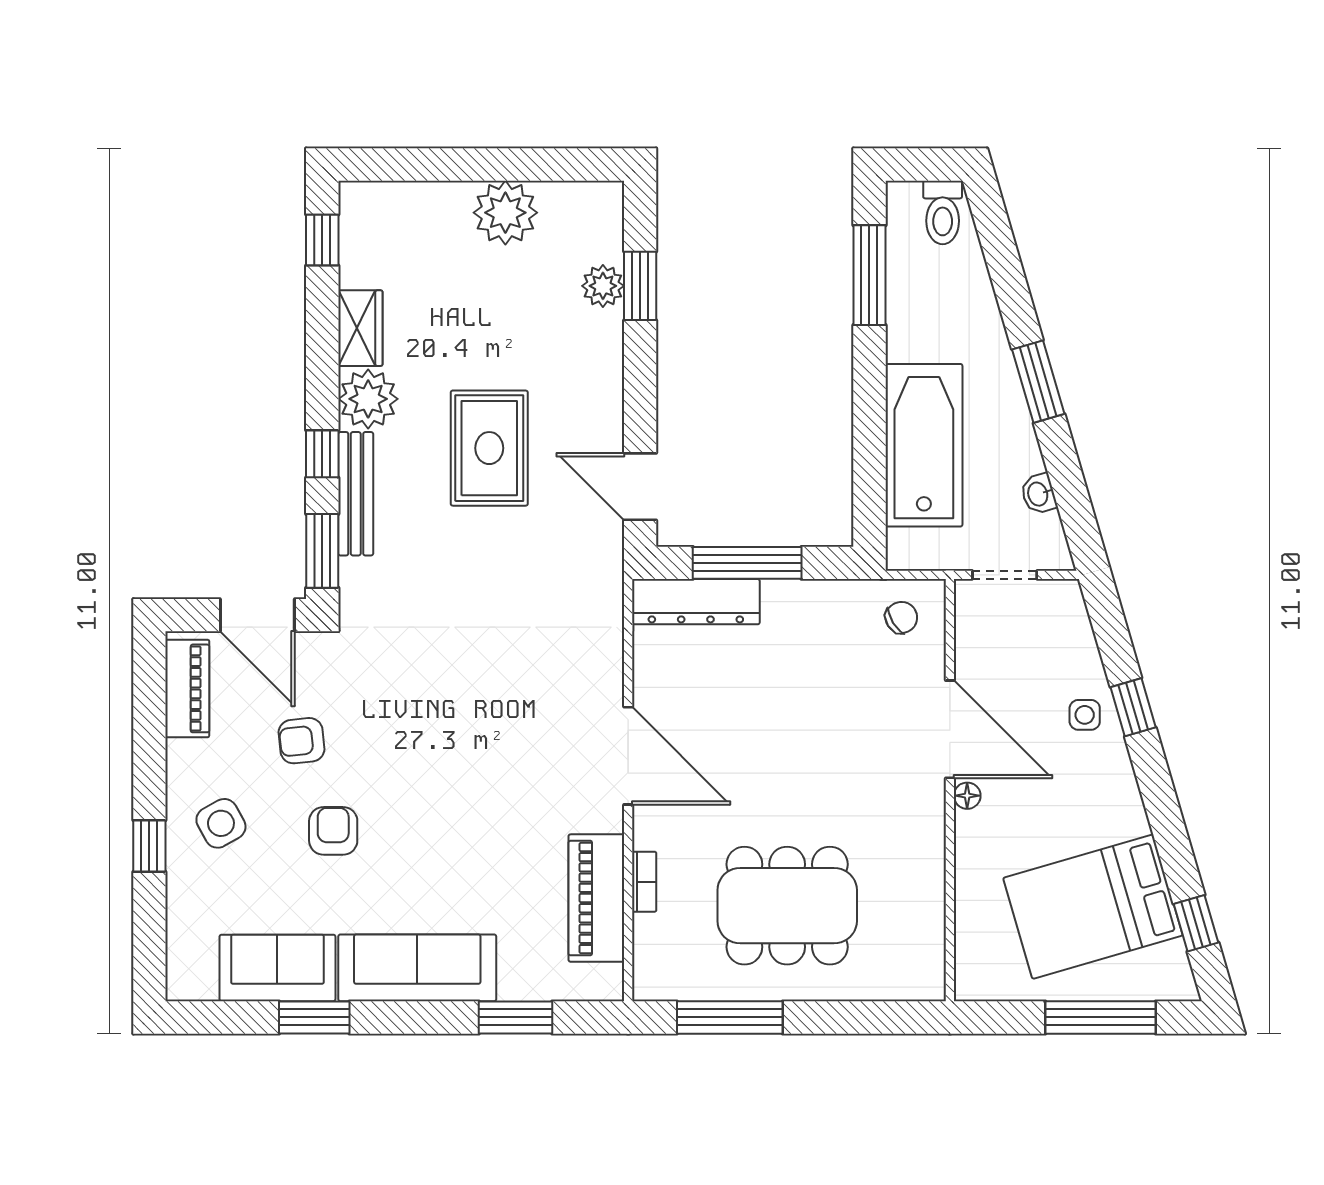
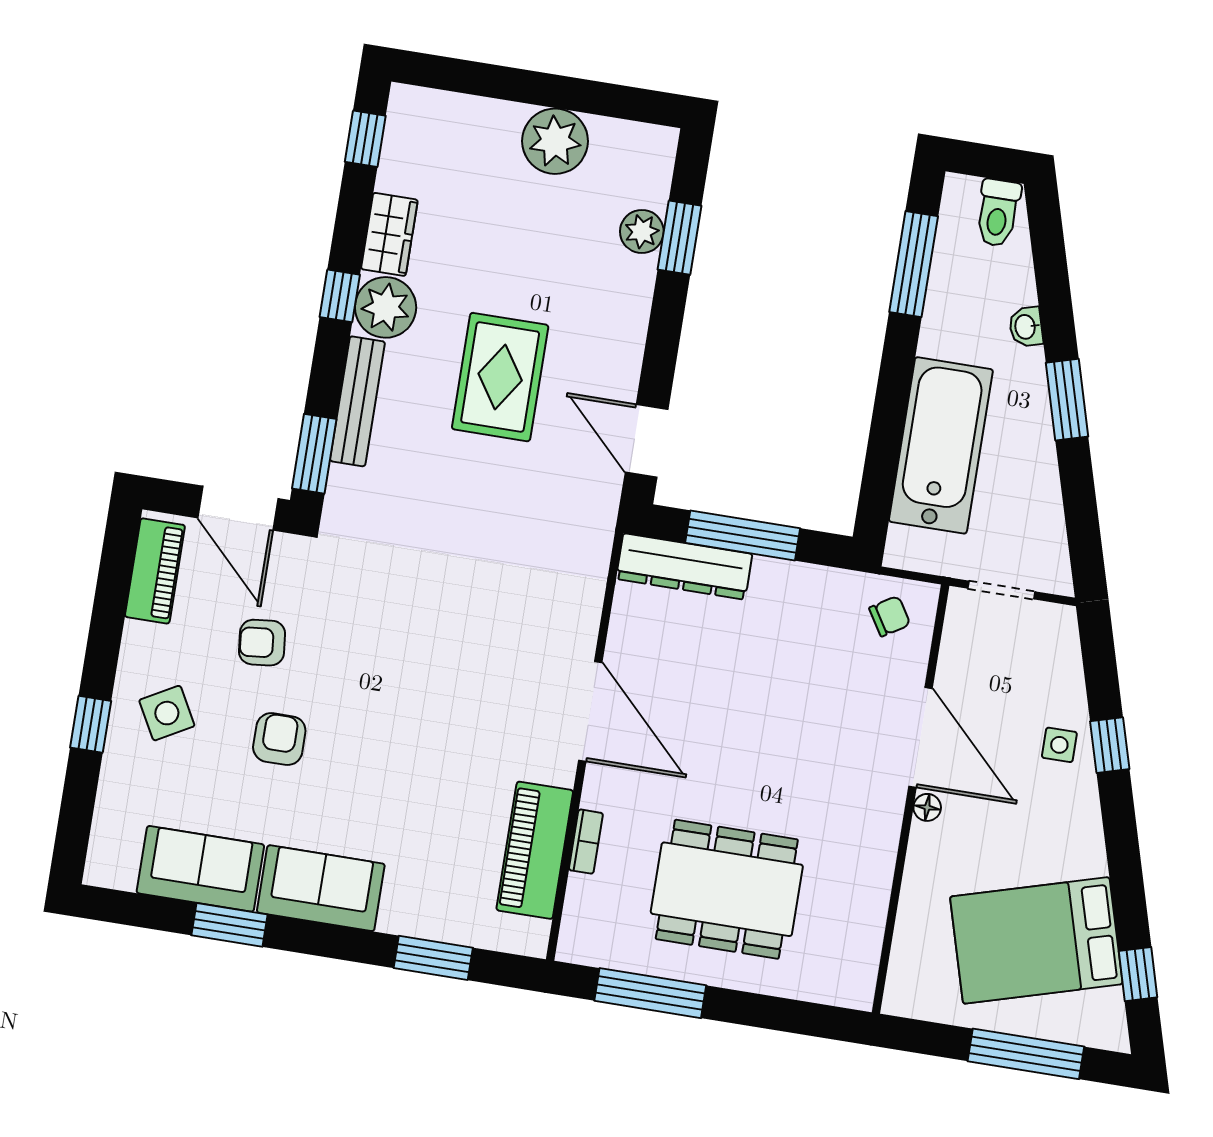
window: (322, 454) -> (340, 296), moved
washbasin: (1039, 494) -> (1026, 327), moved
sofa: (417, 968) -> (321, 888), width x0.73

